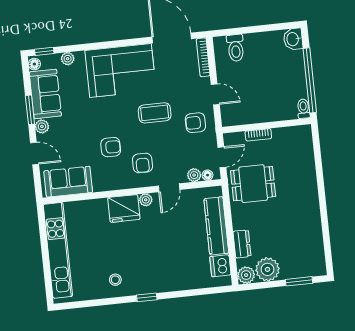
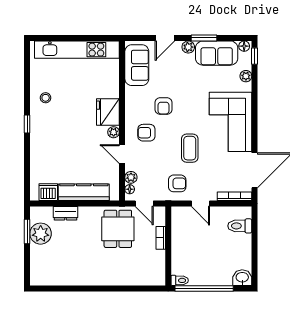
door: (215, 94) -> (200, 204), hinge flipped
armchair: (195, 123) -> (177, 183), turned 90
plant: (246, 275) -> (38, 214), removed
window: (299, 281) -> (27, 232), moved

